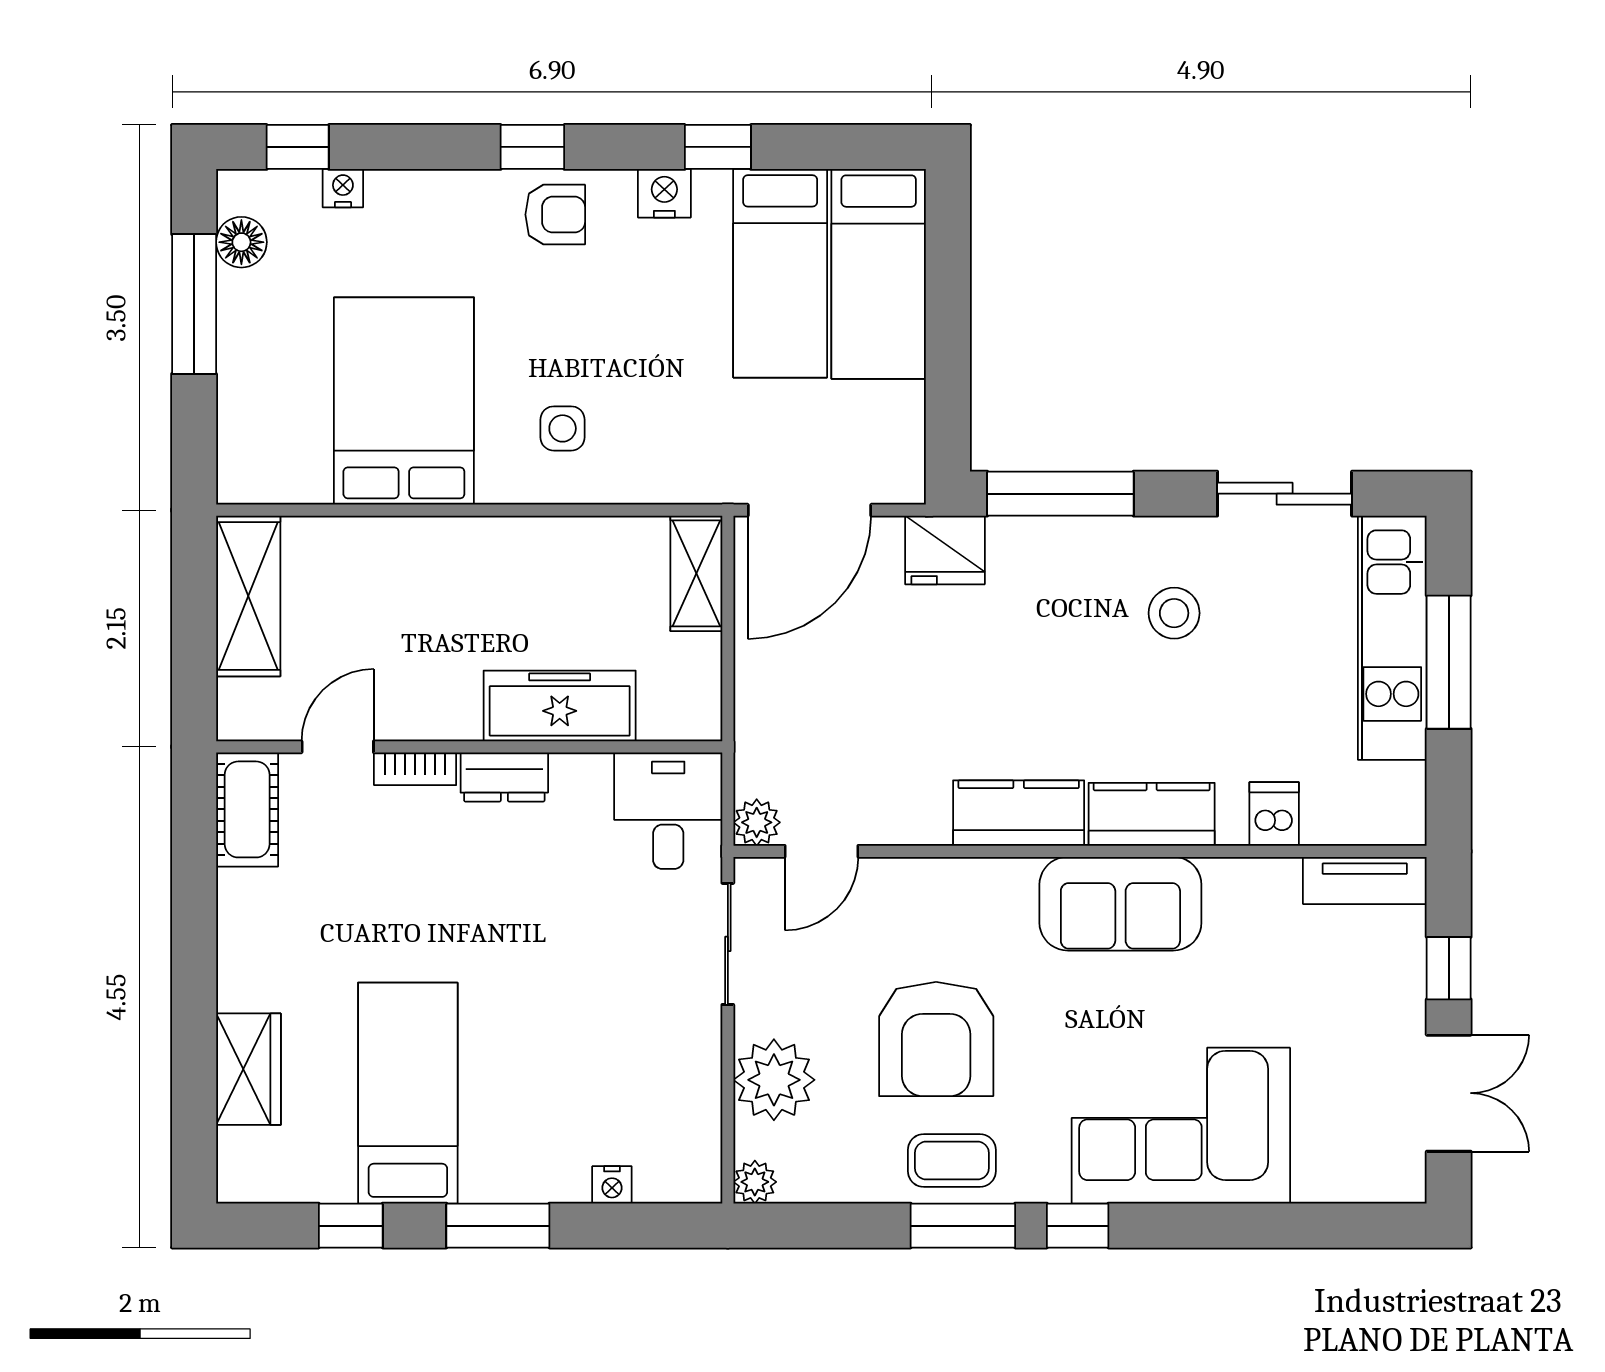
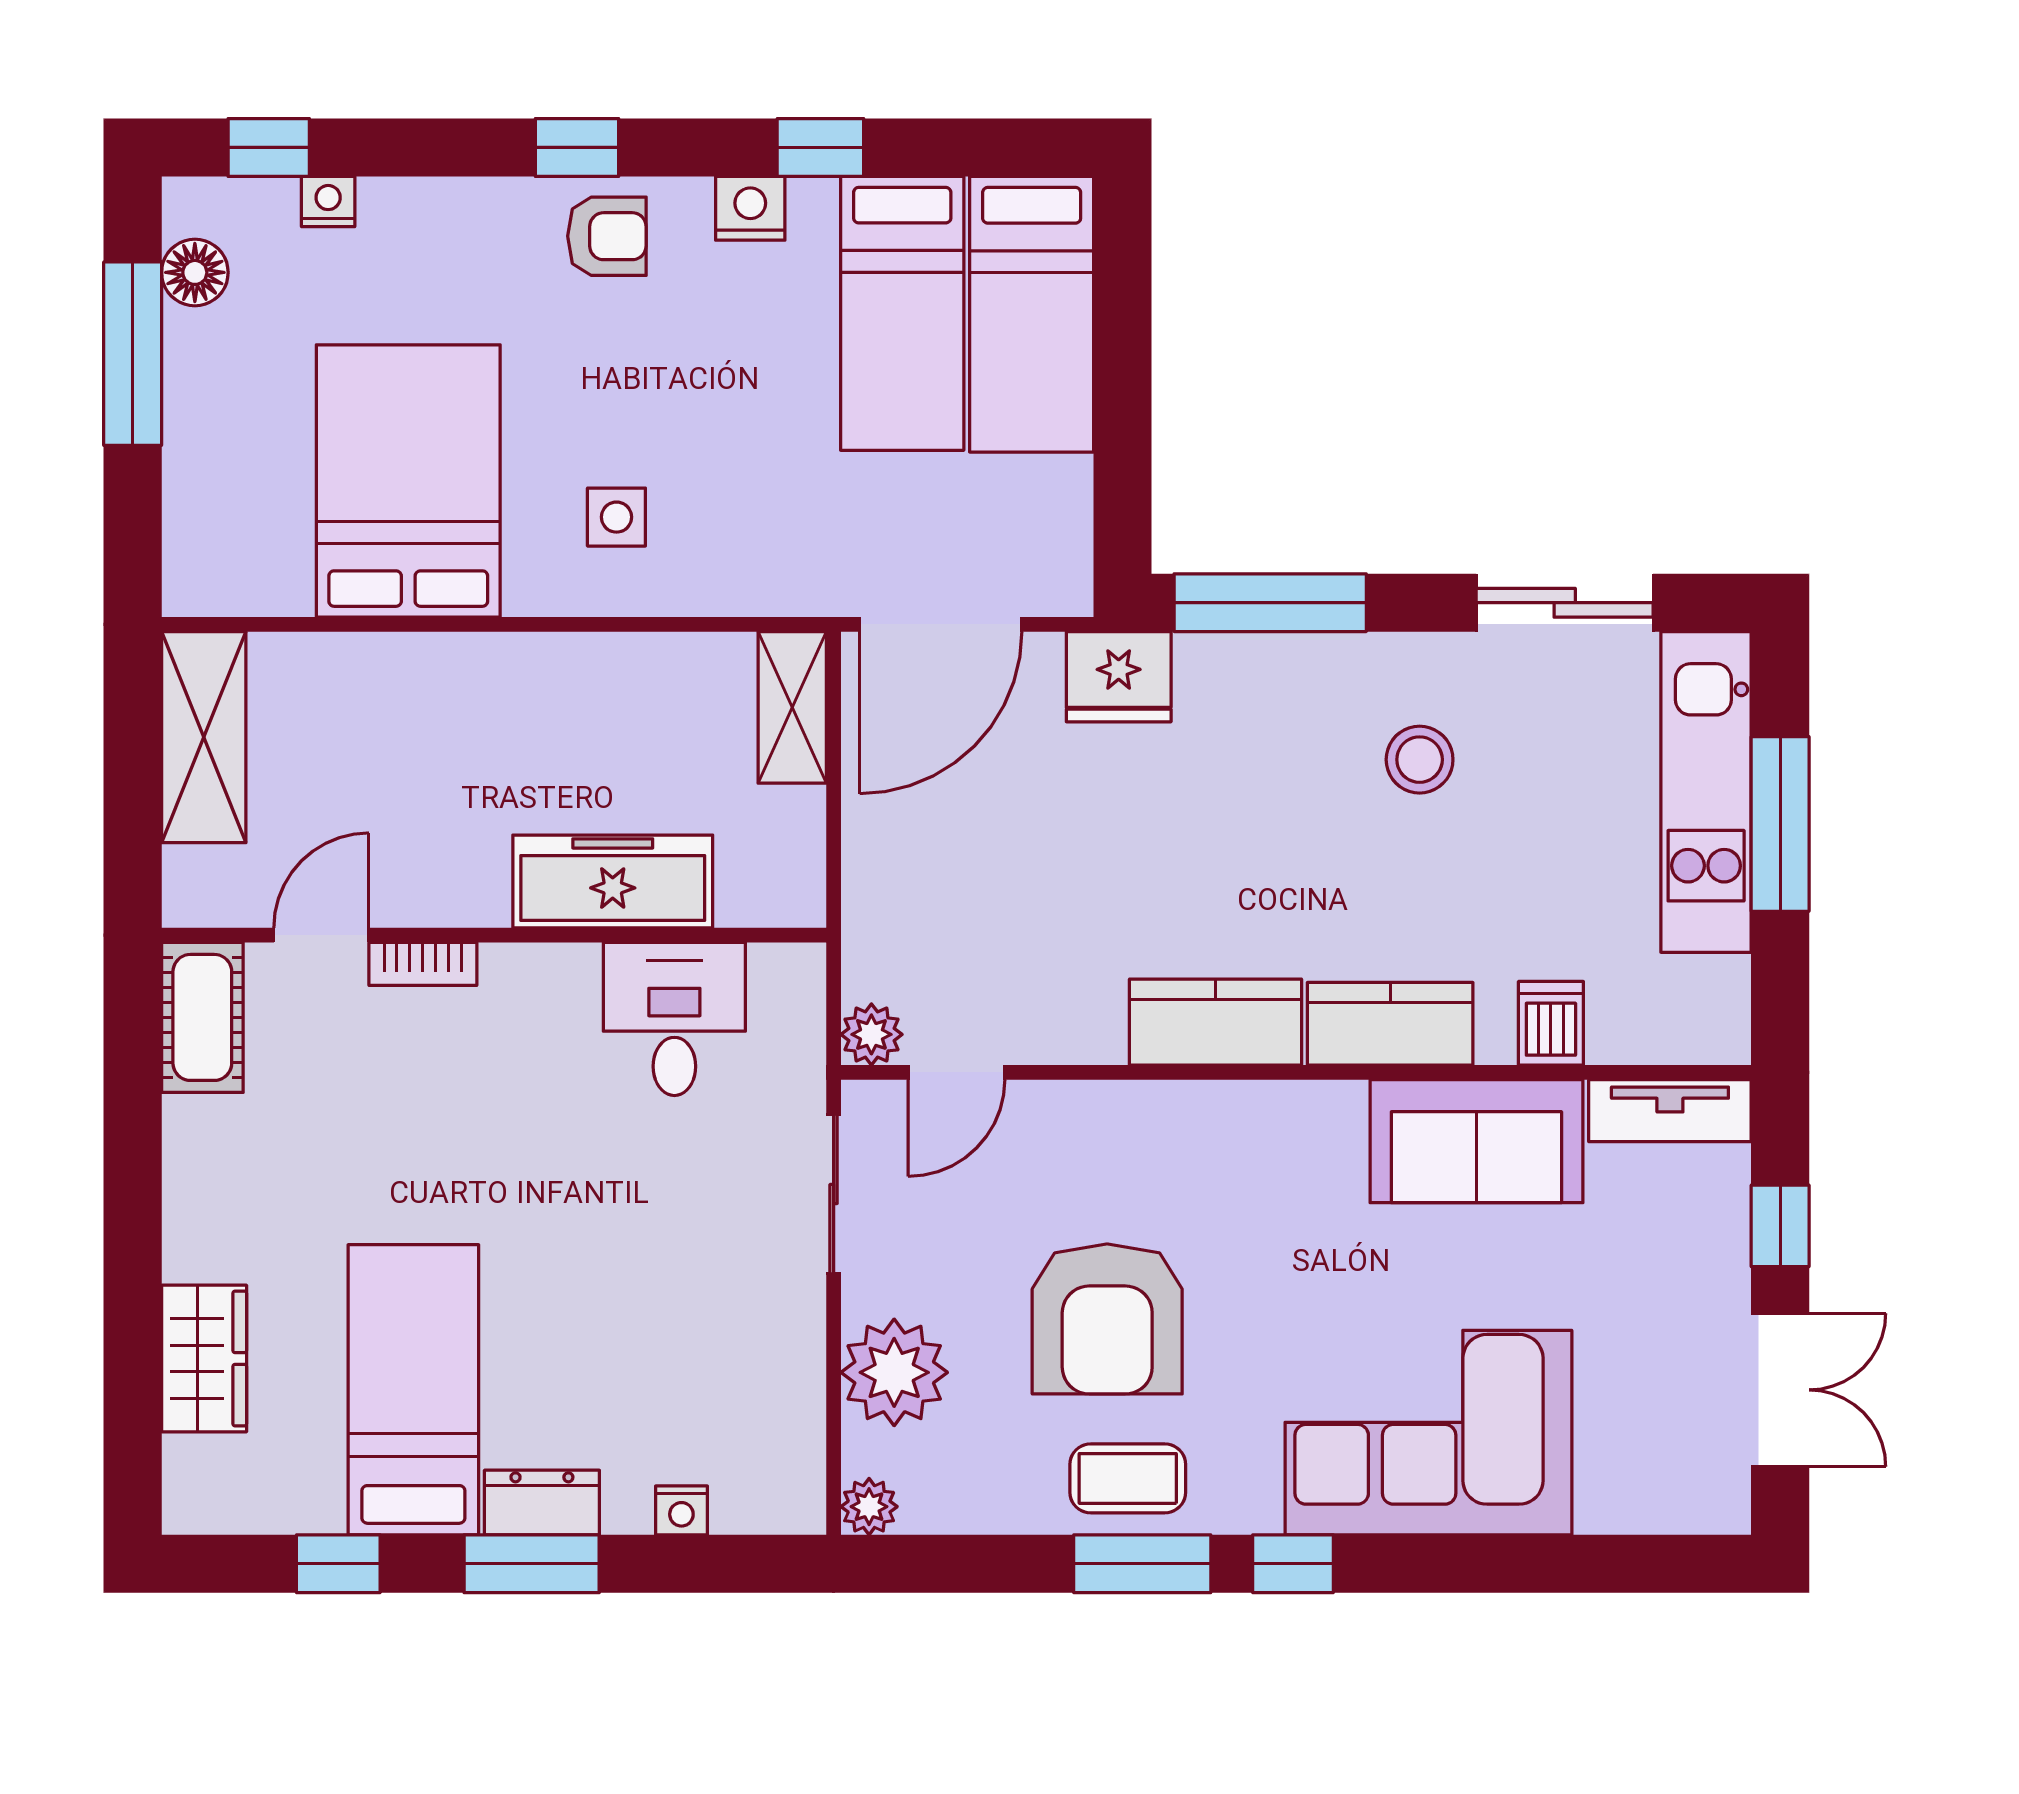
dresser: (504, 777) -> (542, 1503), moved, turned 180
desk: (668, 811) -> (674, 1019), moved
sofa: (1120, 904) -> (1476, 1141), moved

